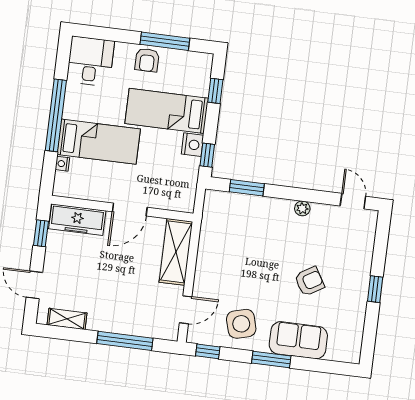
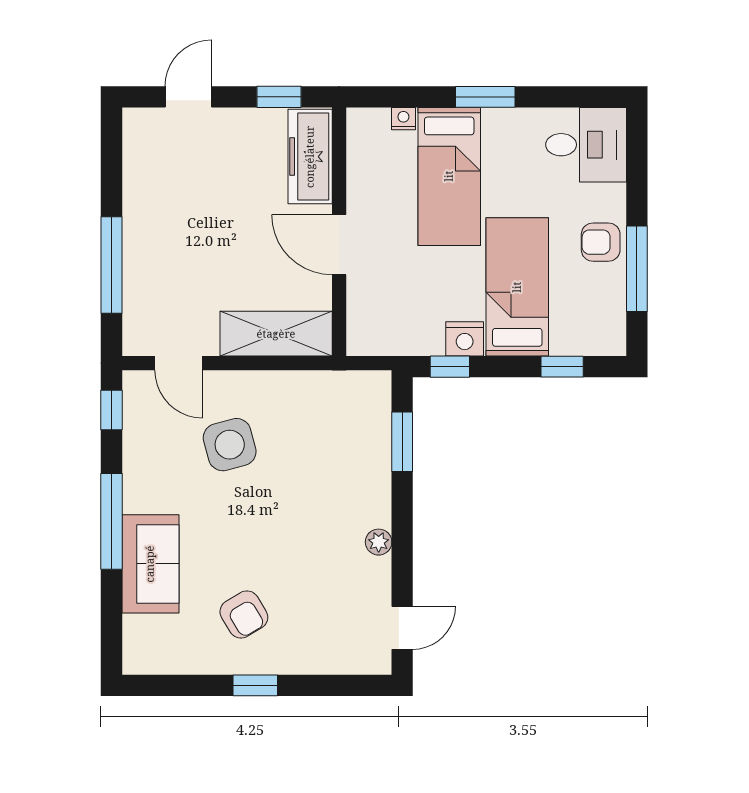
window: (56, 115) -> (485, 97), width x0.47
armchair: (309, 281) -> (244, 614), moved
shelving: (67, 319) -> (137, 161), removed
side table: (241, 324) -> (230, 445), moved
window: (271, 359) -> (111, 521), width x1.44

